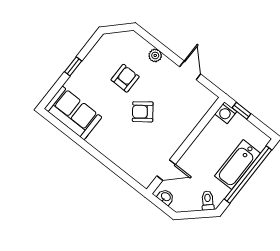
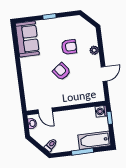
bathtub: (238, 165) -> (94, 140), moved
window: (248, 175) -> (82, 152), width x0.47

